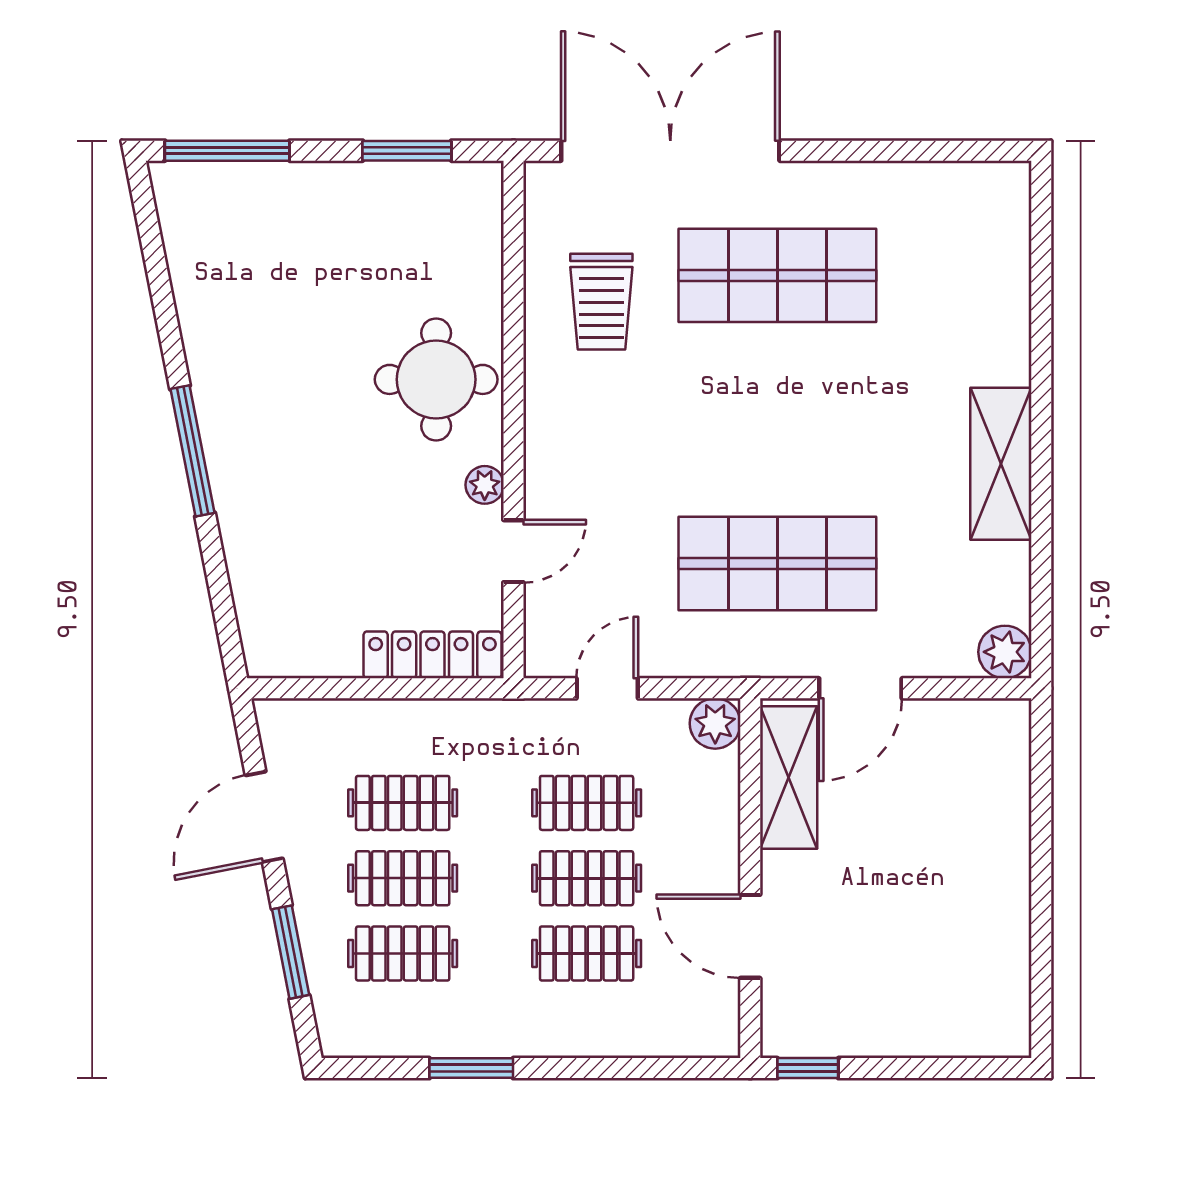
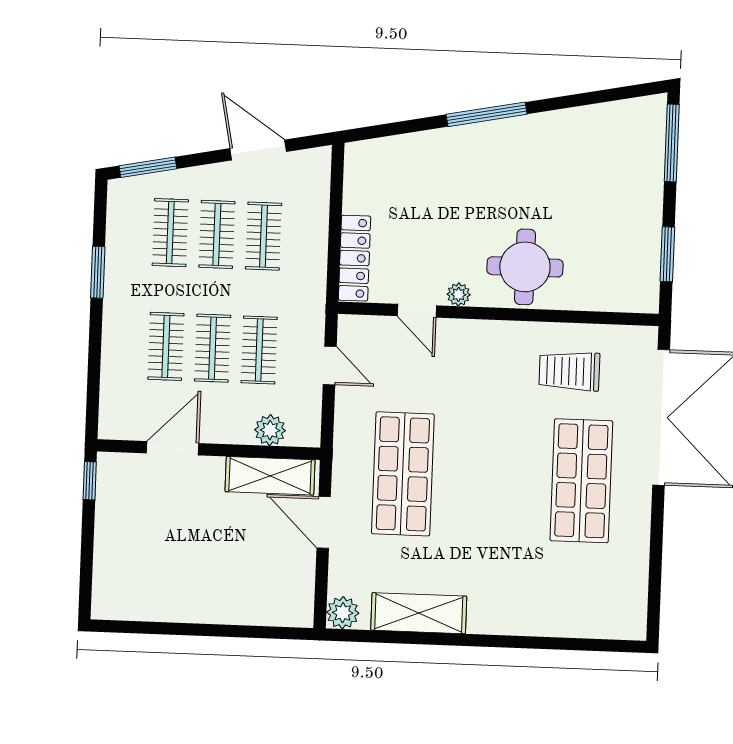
shelving: (1001, 464) -> (419, 613), moved
plant: (715, 723) -> (270, 430), moved
window: (291, 952) -> (148, 167), moved

